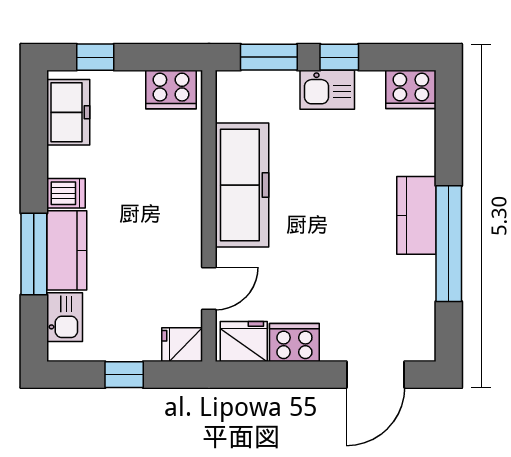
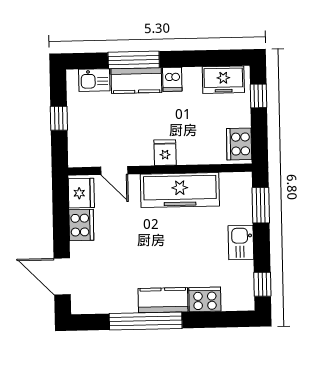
window: (339, 57) -> (262, 284), moved
cooker: (411, 89) -> (205, 299), moved, turned 90
fridge: (182, 345) -> (165, 153), moved

